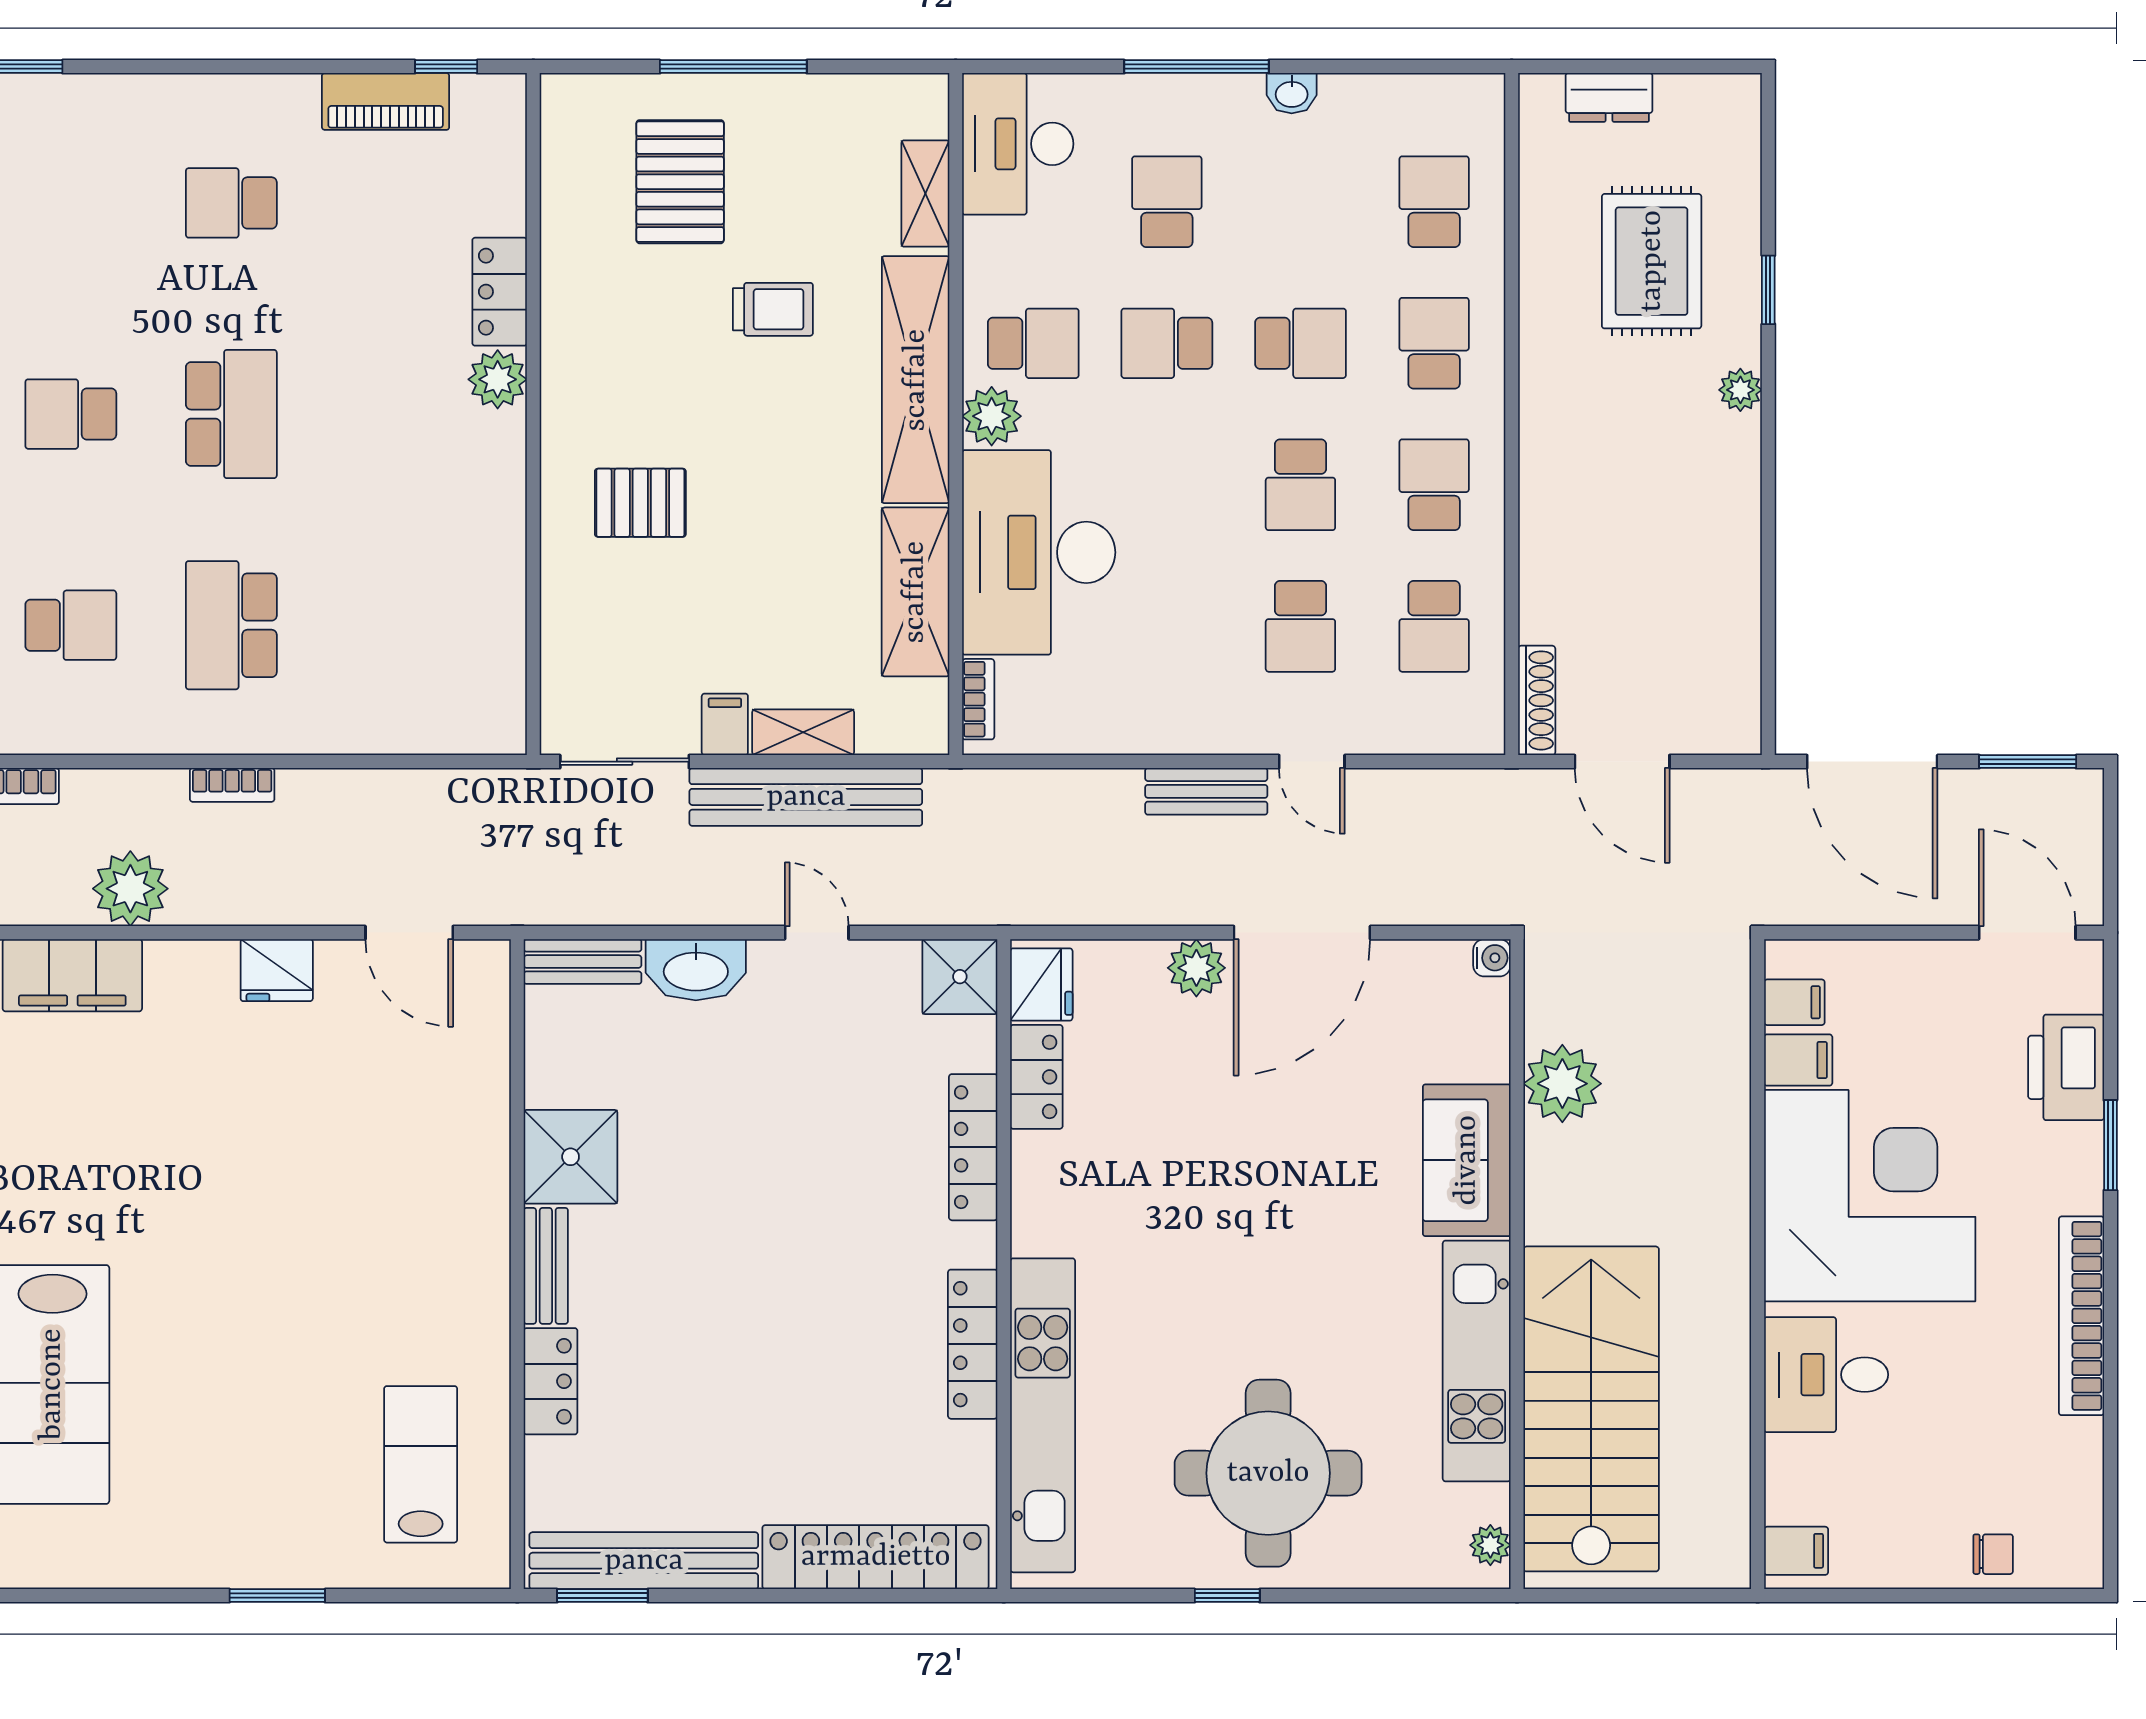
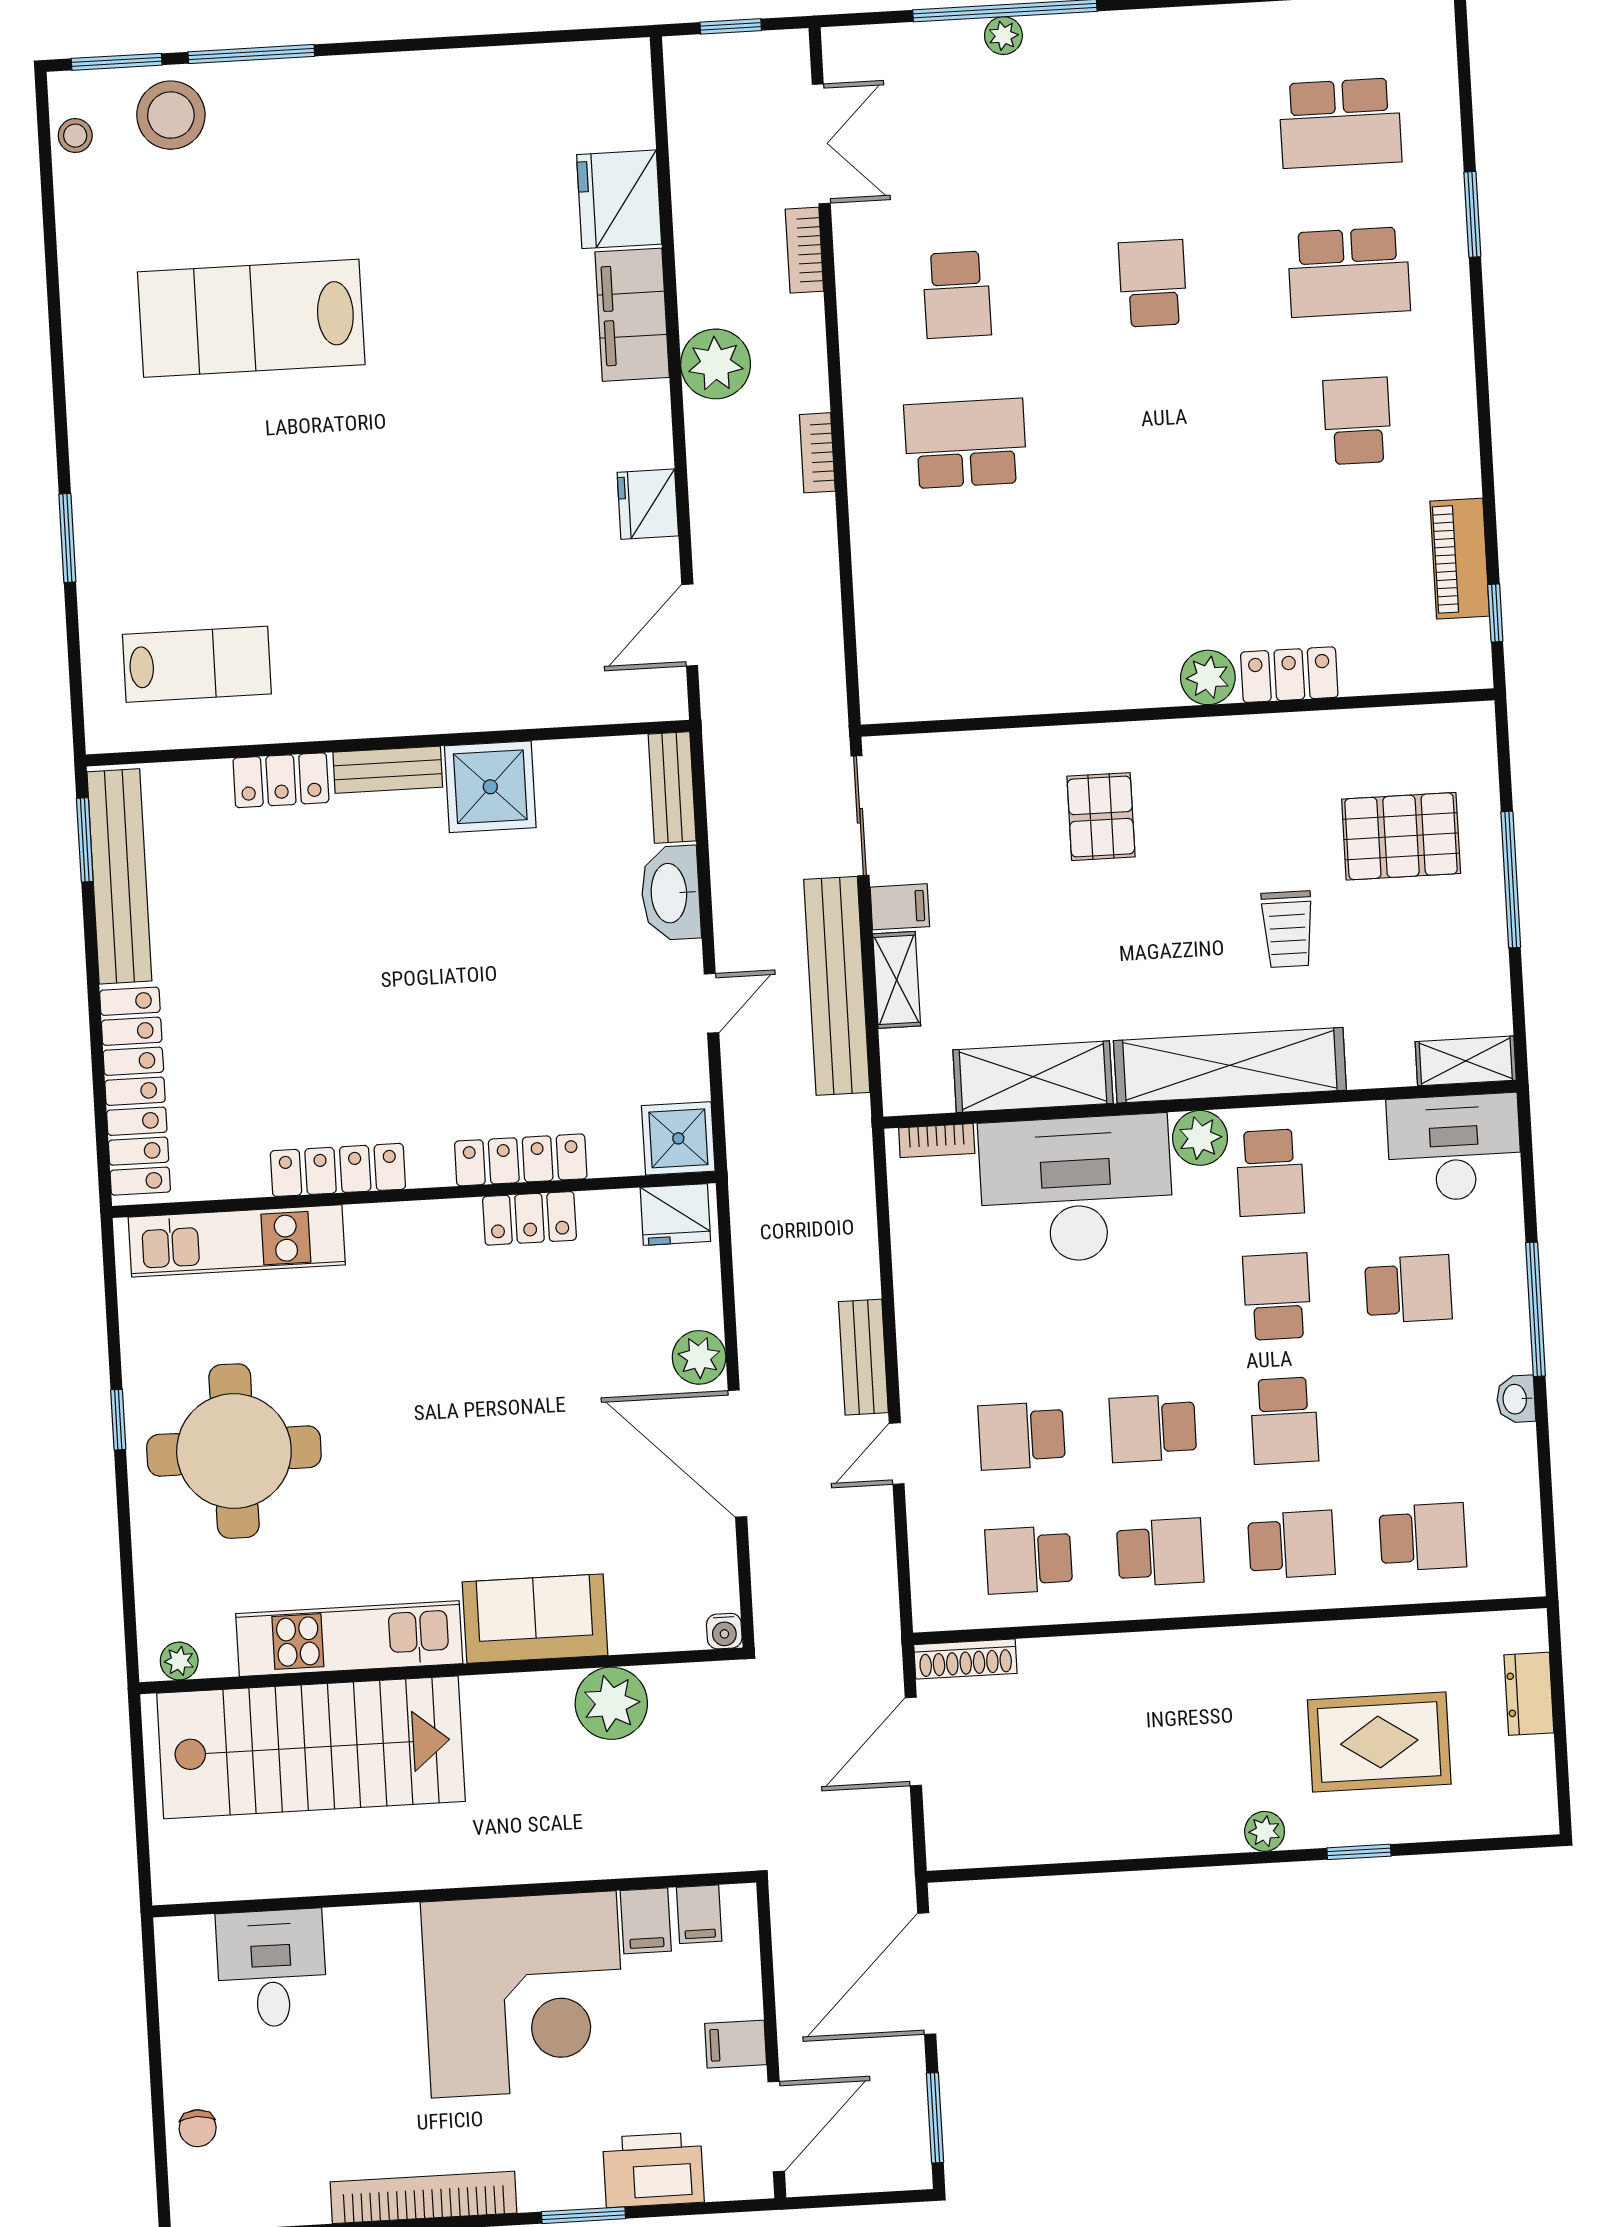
shelving: (925, 194) -> (1466, 1061), moved
school desk: (231, 414) -> (1349, 272), moved
locker: (1036, 1077) -> (530, 1218), moved
desk: (1826, 1375) -> (272, 1968), moved
kitchen unit: (1043, 1415) -> (237, 1241), width x0.73
filing cabinet: (1796, 1551) -> (736, 2044), moved, turned 90

